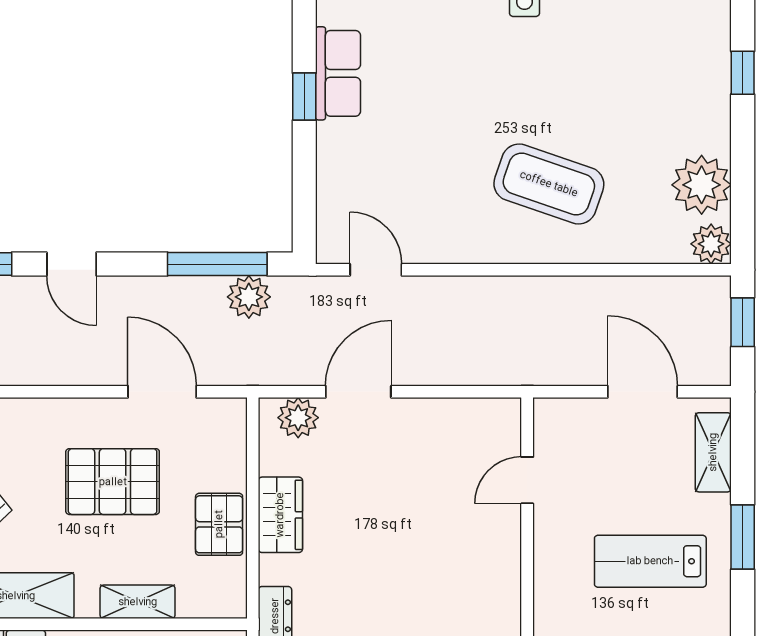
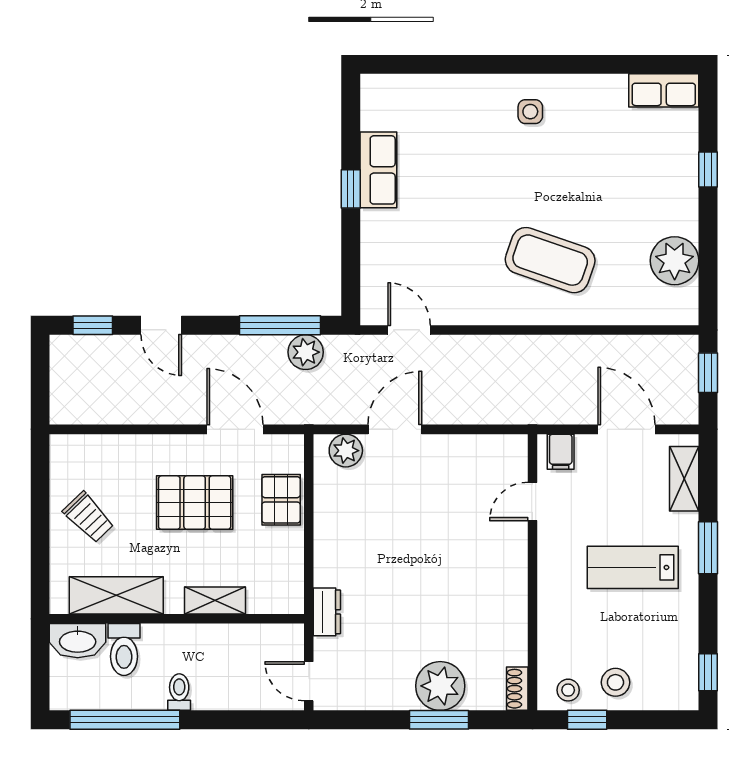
plant: (711, 244) -> (682, 309), removed
filing cabinet: (562, 419) -> (561, 452), added
wardrobe: (280, 515) -> (331, 530), removed
pallet: (219, 524) -> (281, 500), moved

